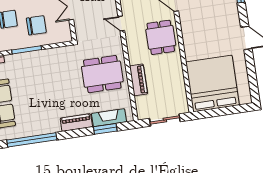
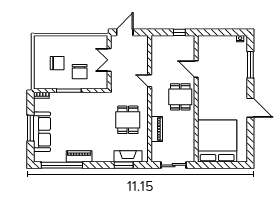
chair: (36, 25) -> (80, 72), turned 90
dining table: (102, 74) -> (128, 120), width x0.73
piano: (76, 123) -> (79, 156), moved

